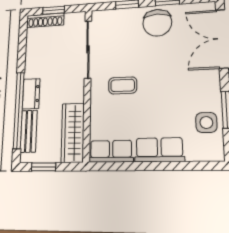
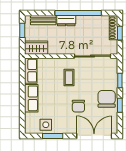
chair: (157, 23) -> (107, 99), turned 90
chair: (171, 67) -> (78, 106), added
window: (19, 110) -> (78, 13), moved
wardrobe: (73, 133) -> (36, 48), width x0.67

